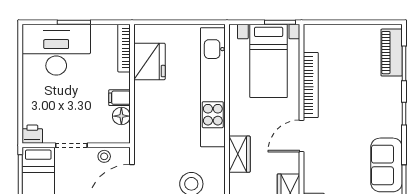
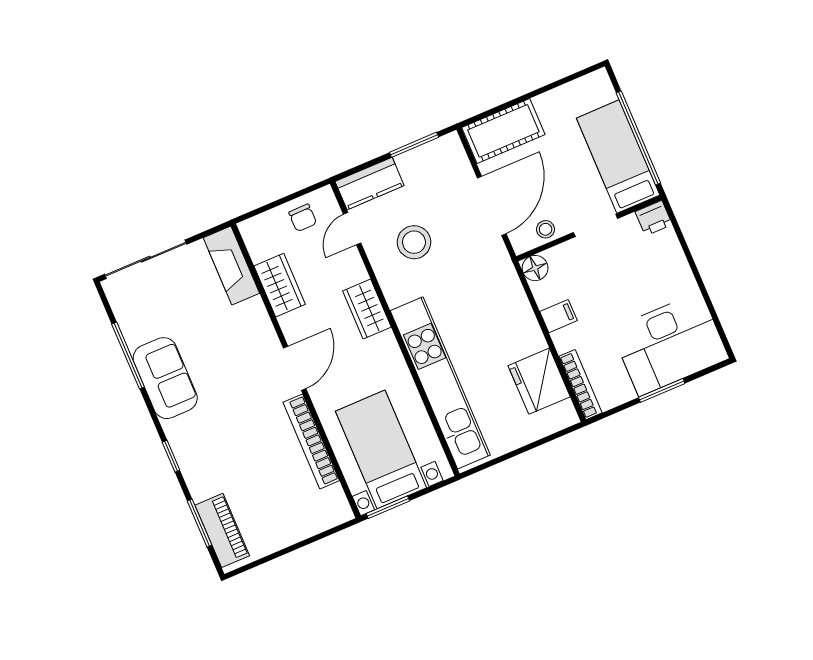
floor lamp: (121, 116) -> (535, 268), moved

